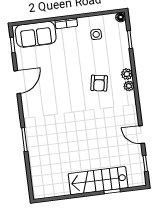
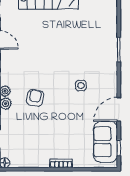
sofa: (36, 34) -> (106, 142), moved, turned -90
side table: (96, 34) -> (81, 86), moved

